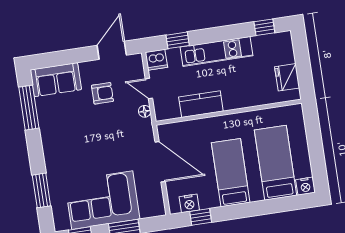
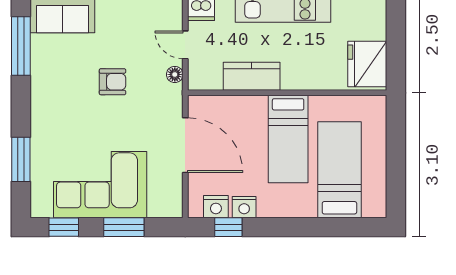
fridge: (287, 77) -> (367, 64), width x1.36, depth x1.34
armchair: (102, 93) -> (112, 82), moved
bed: (231, 173) -> (288, 139), moved, turned 180
nightstand: (305, 186) -> (244, 207), moved

